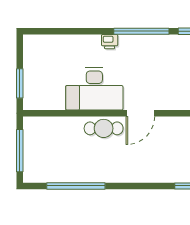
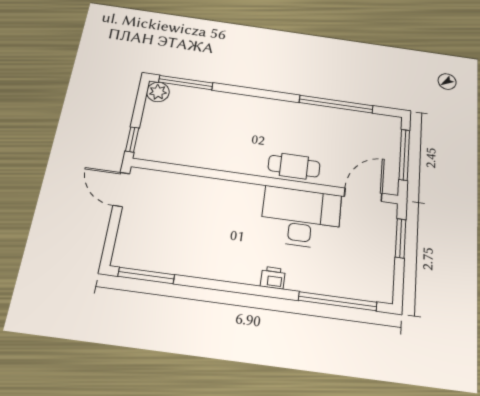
window: (141, 31) -> (338, 301), moved
door: (140, 113) -> (363, 195), moved

